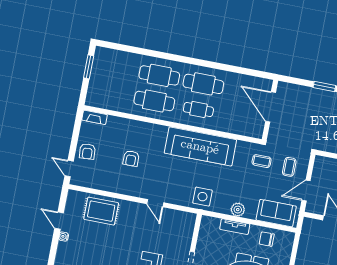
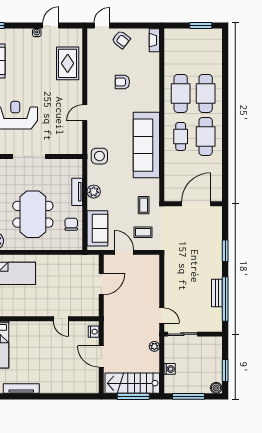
armchair: (87, 151) -> (121, 40), turned -138

